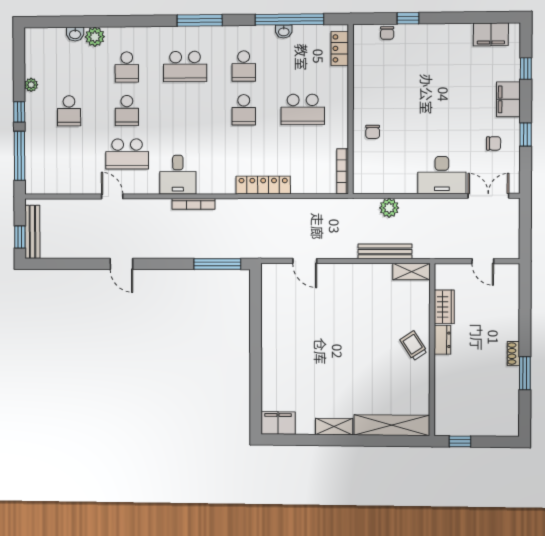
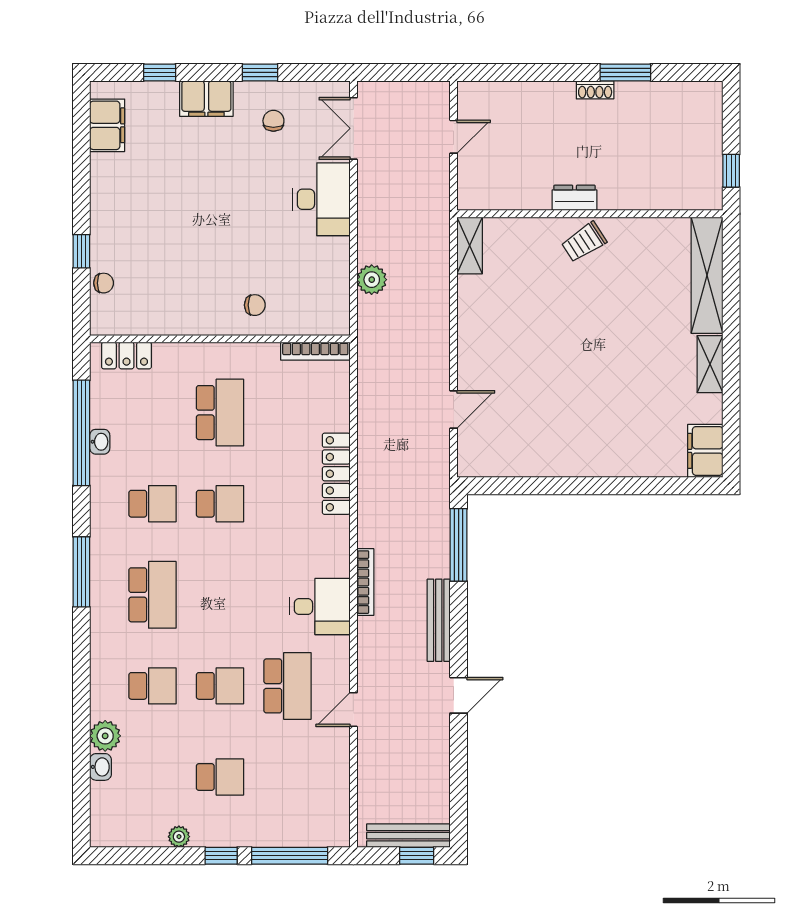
bench: (385, 251) -> (439, 620), moved
wardrobe: (444, 307) -> (524, 195), removed

